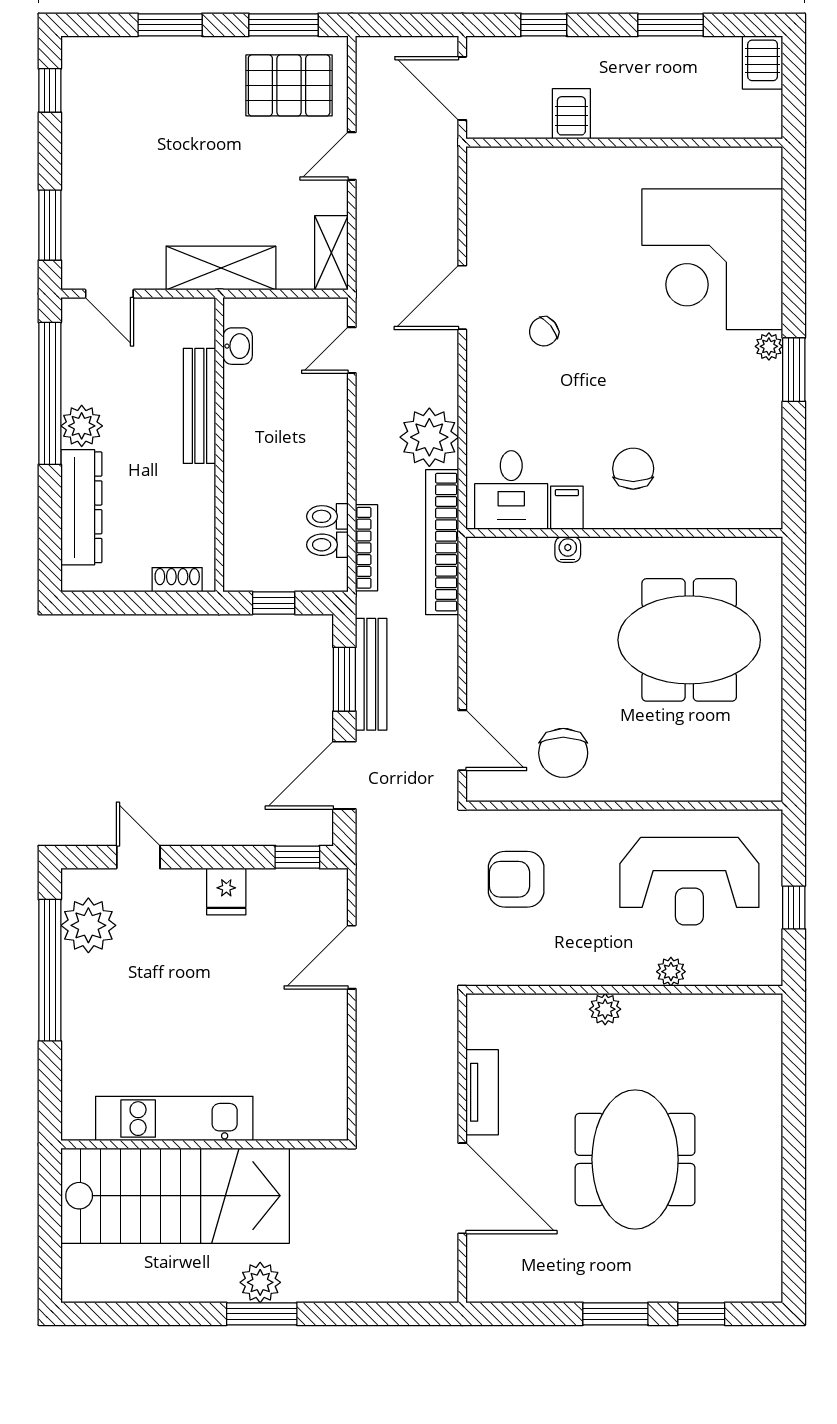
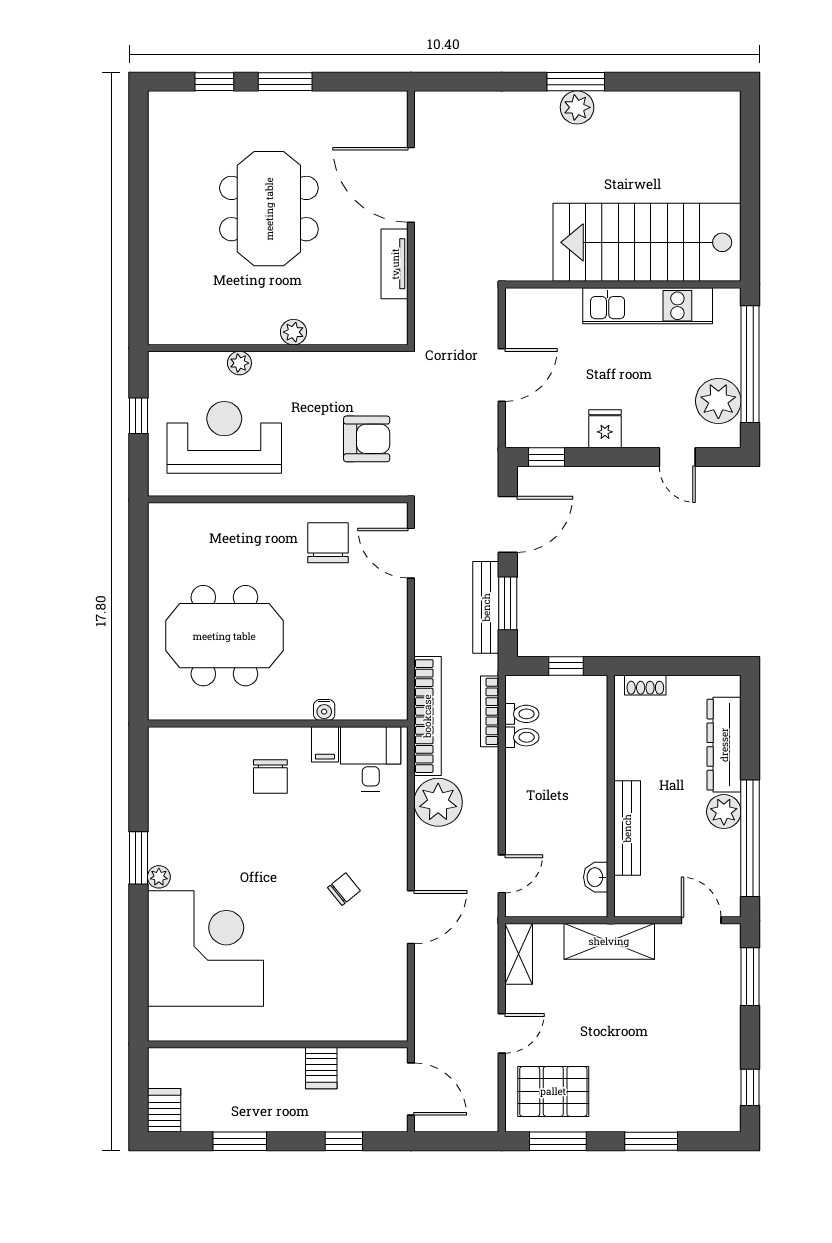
kitchen unit: (174, 1119) -> (648, 306), moved
wall: (204, 1144) -> (623, 285), moved
stairs: (175, 1196) -> (647, 242), moved

